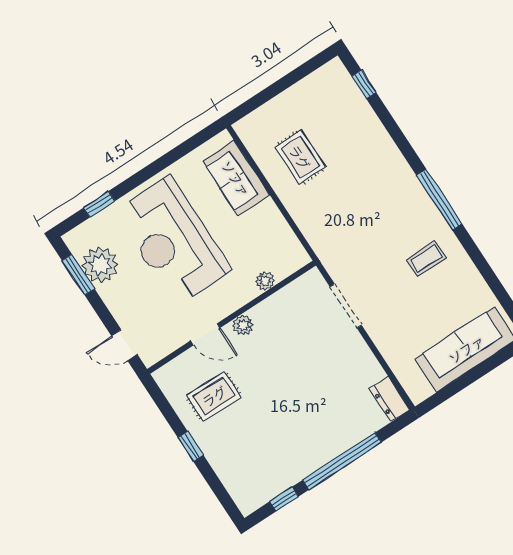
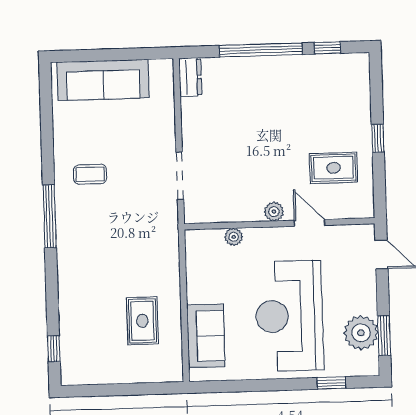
reception desk: (173, 241) -> (289, 316), turned 180

